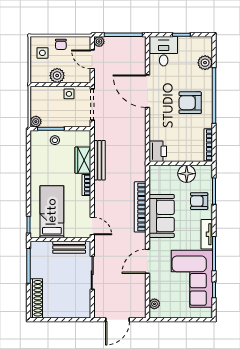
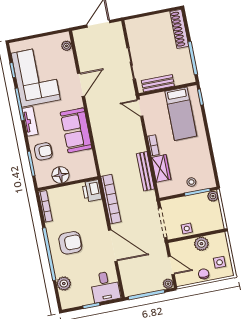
bookcase: (140, 207) -> (111, 199), moved

